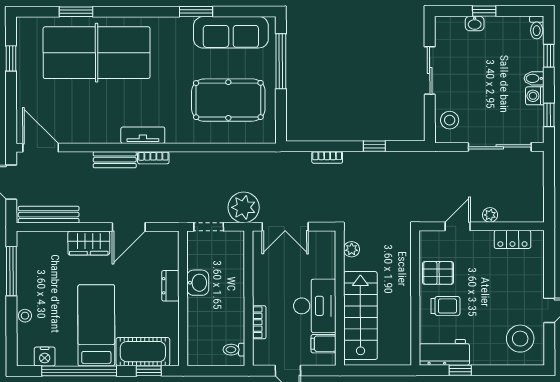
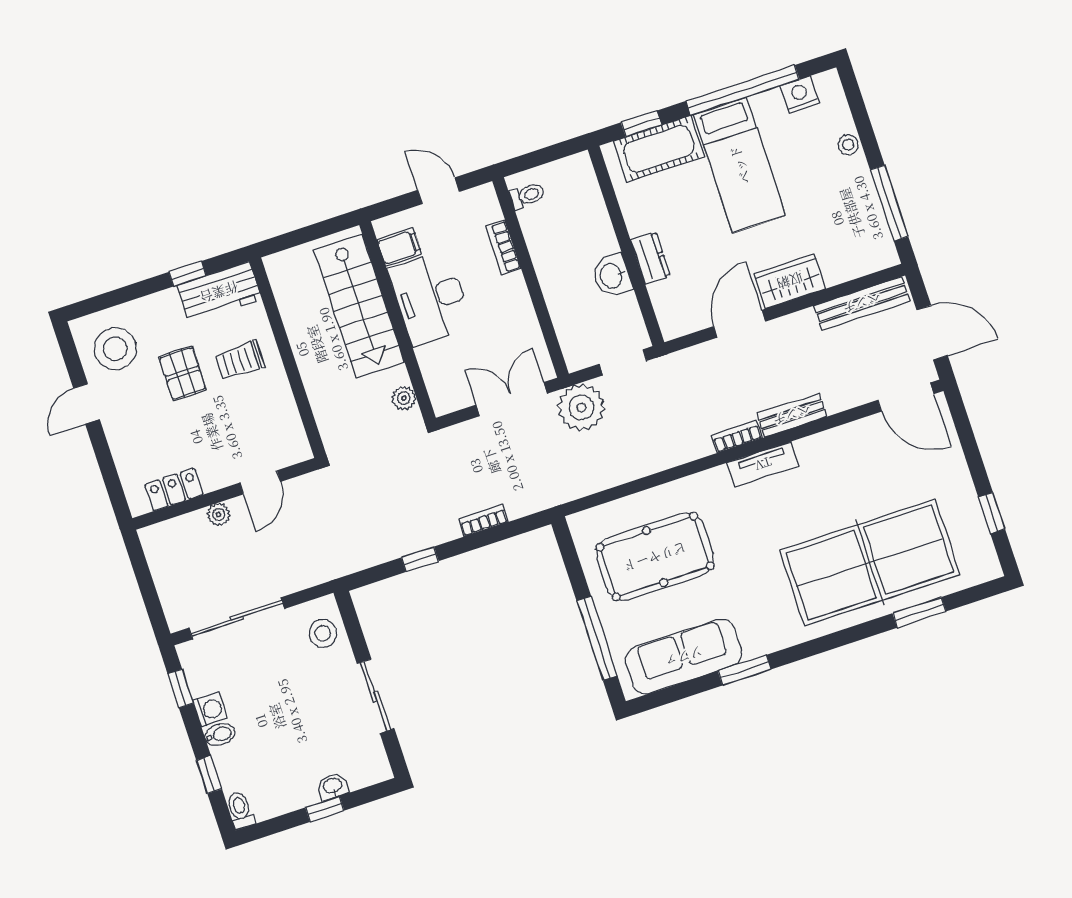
pallet: (438, 273) -> (182, 373), moved, turned 90

